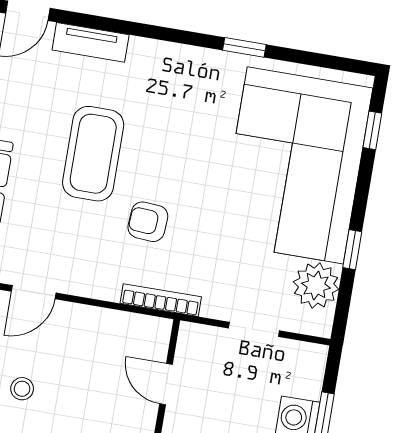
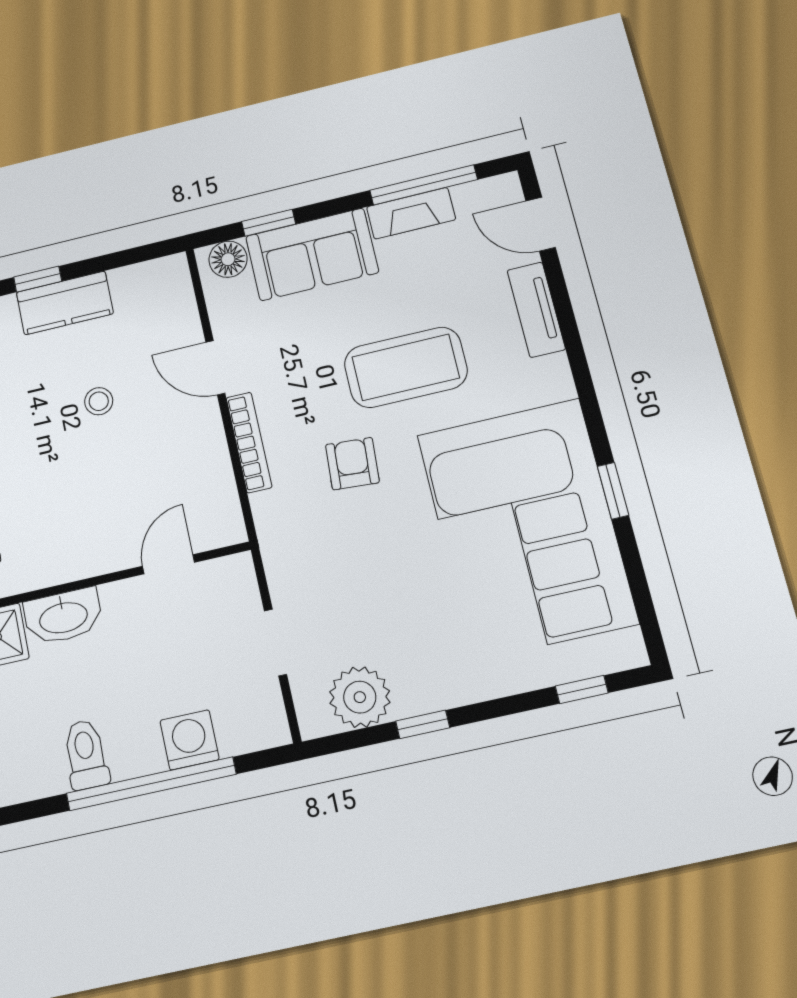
corner sofa: (295, 165) -> (526, 528), moved, turned -90
bookcase: (161, 300) -> (249, 442), moved

